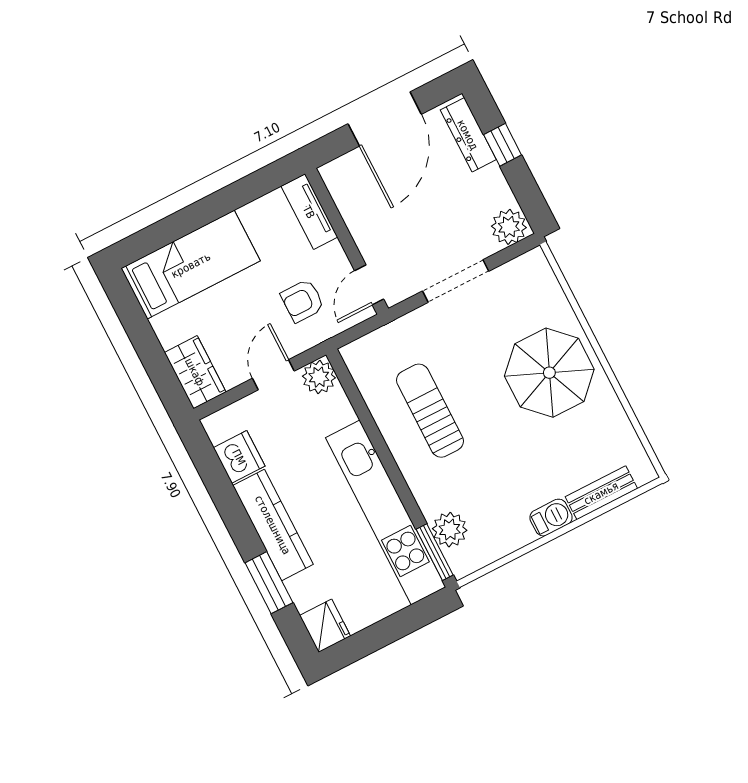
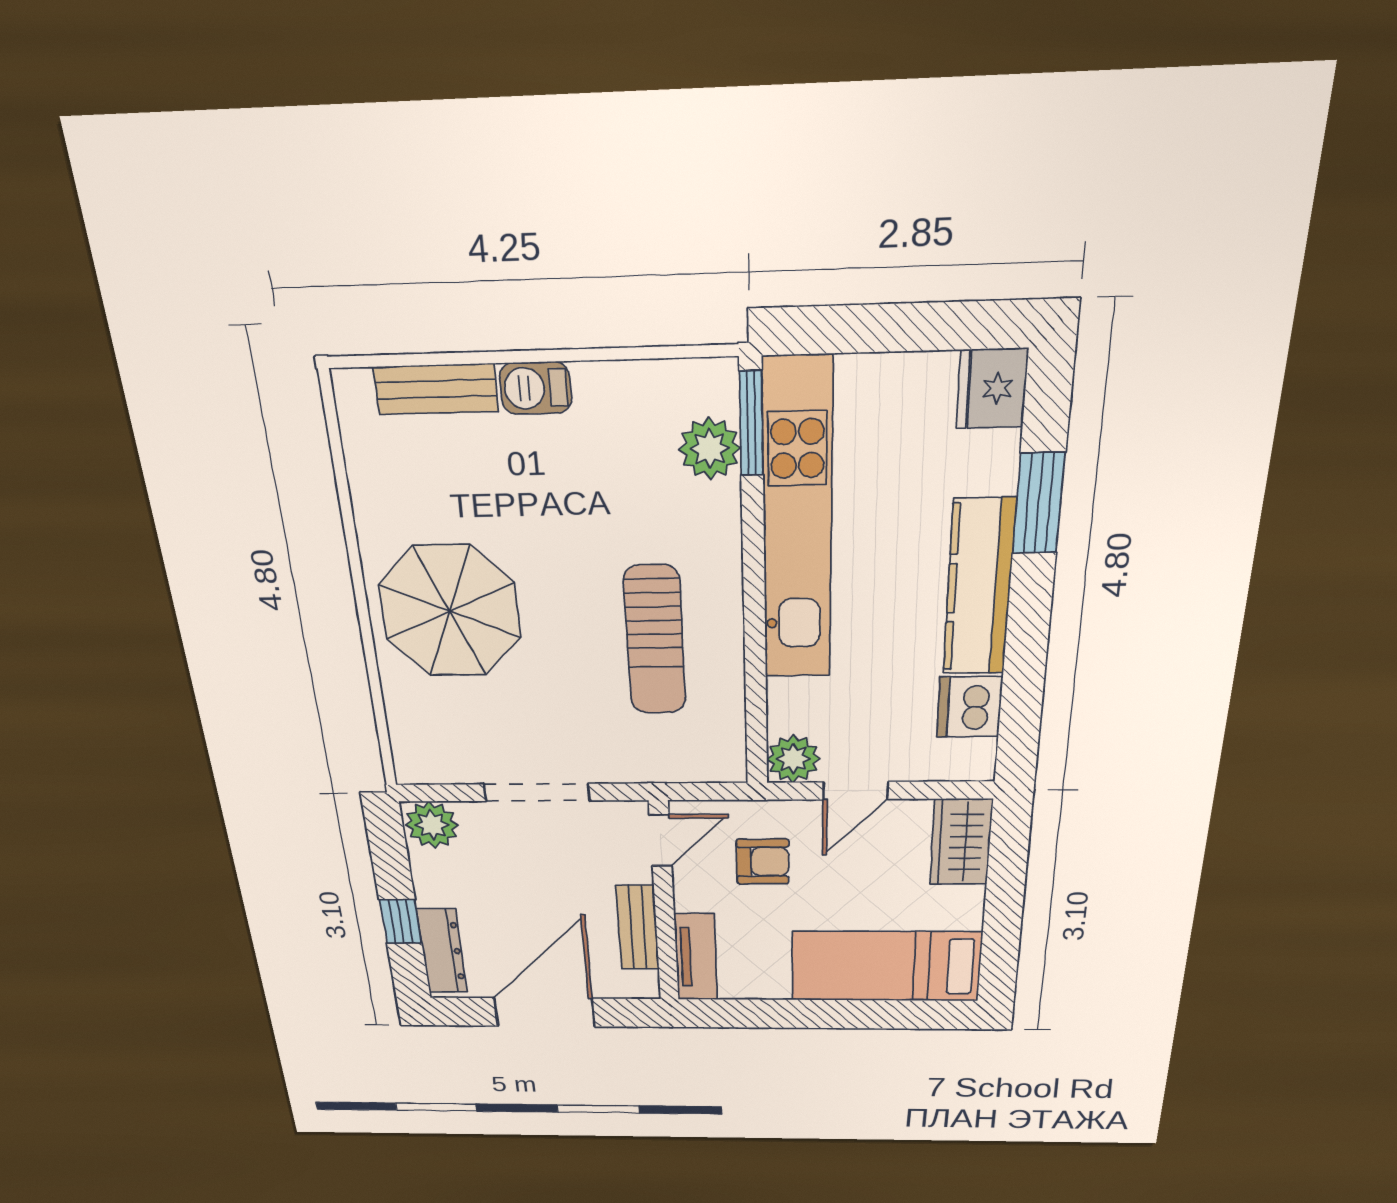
bench: (355, 215) -> (638, 928), added

